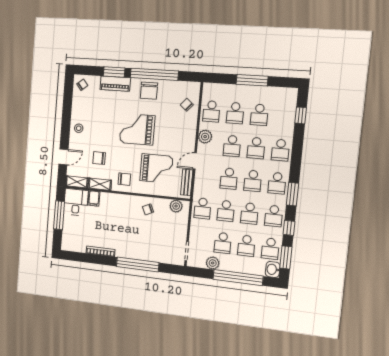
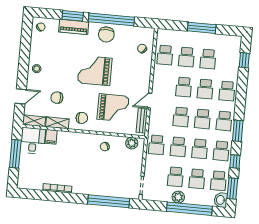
plant: (205, 137) -> (159, 78), removed
plant: (213, 263) -> (178, 197), moved
window: (138, 264) -> (109, 201), moved

